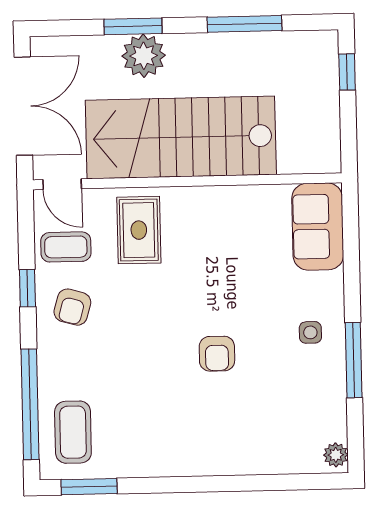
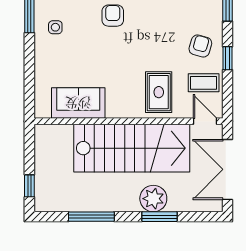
sofa: (318, 227) -> (78, 103), moved, turned -90

